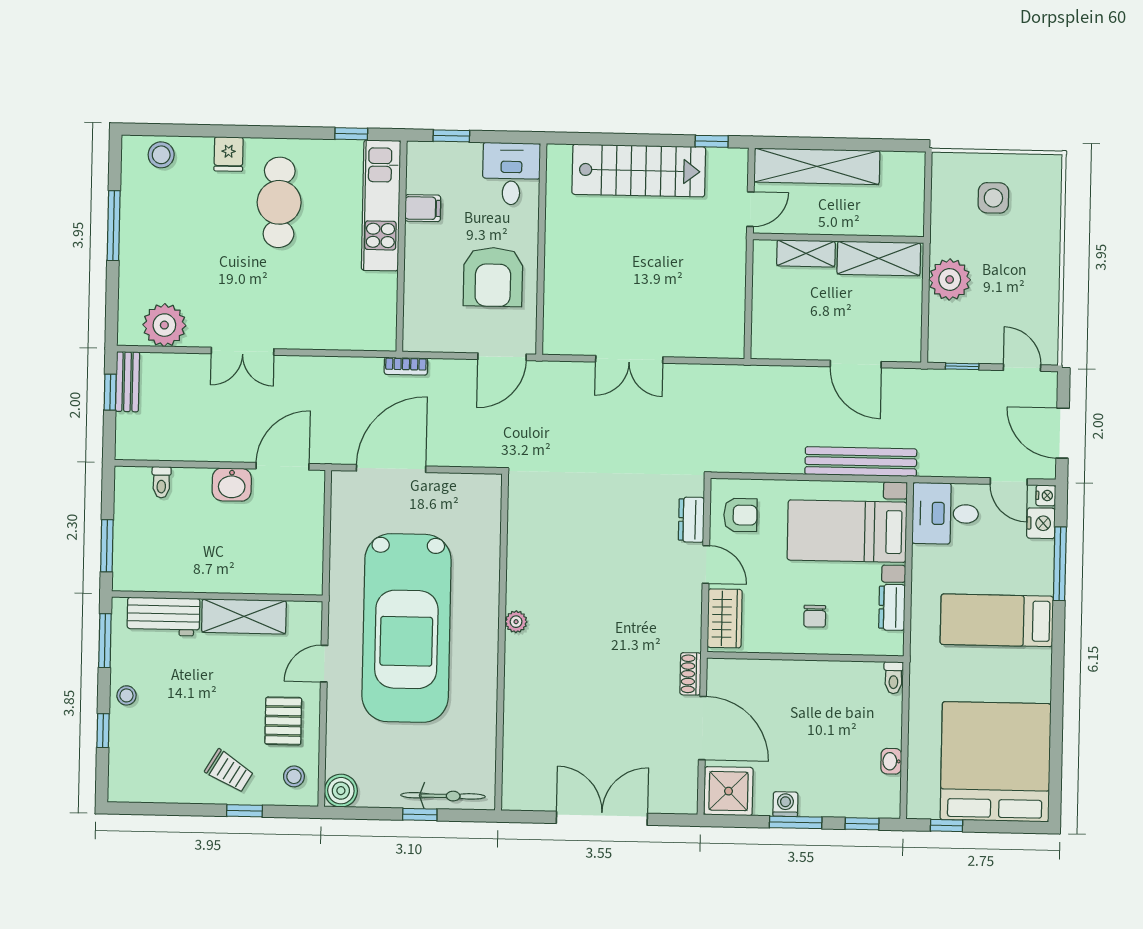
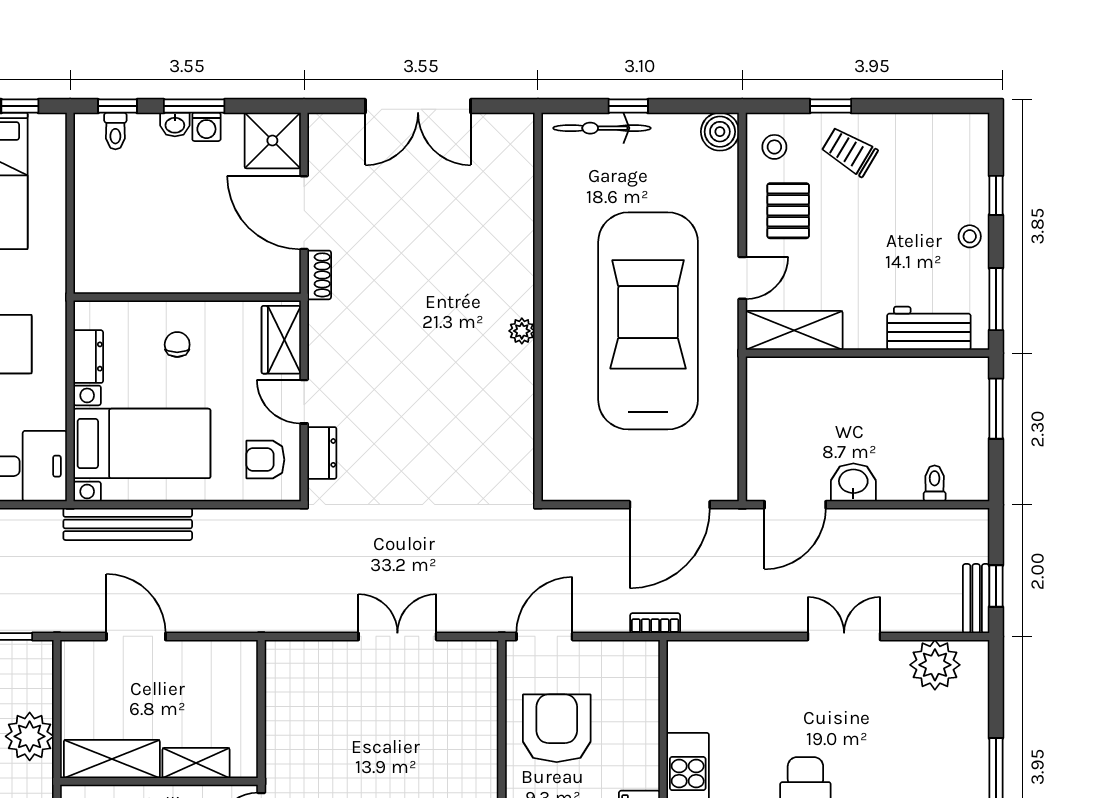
shelving: (244, 616) -> (794, 330), moved
toilet: (894, 678) -> (115, 131), moved, turned 180
washbasin: (891, 761) -> (175, 125), moved, turned 90

